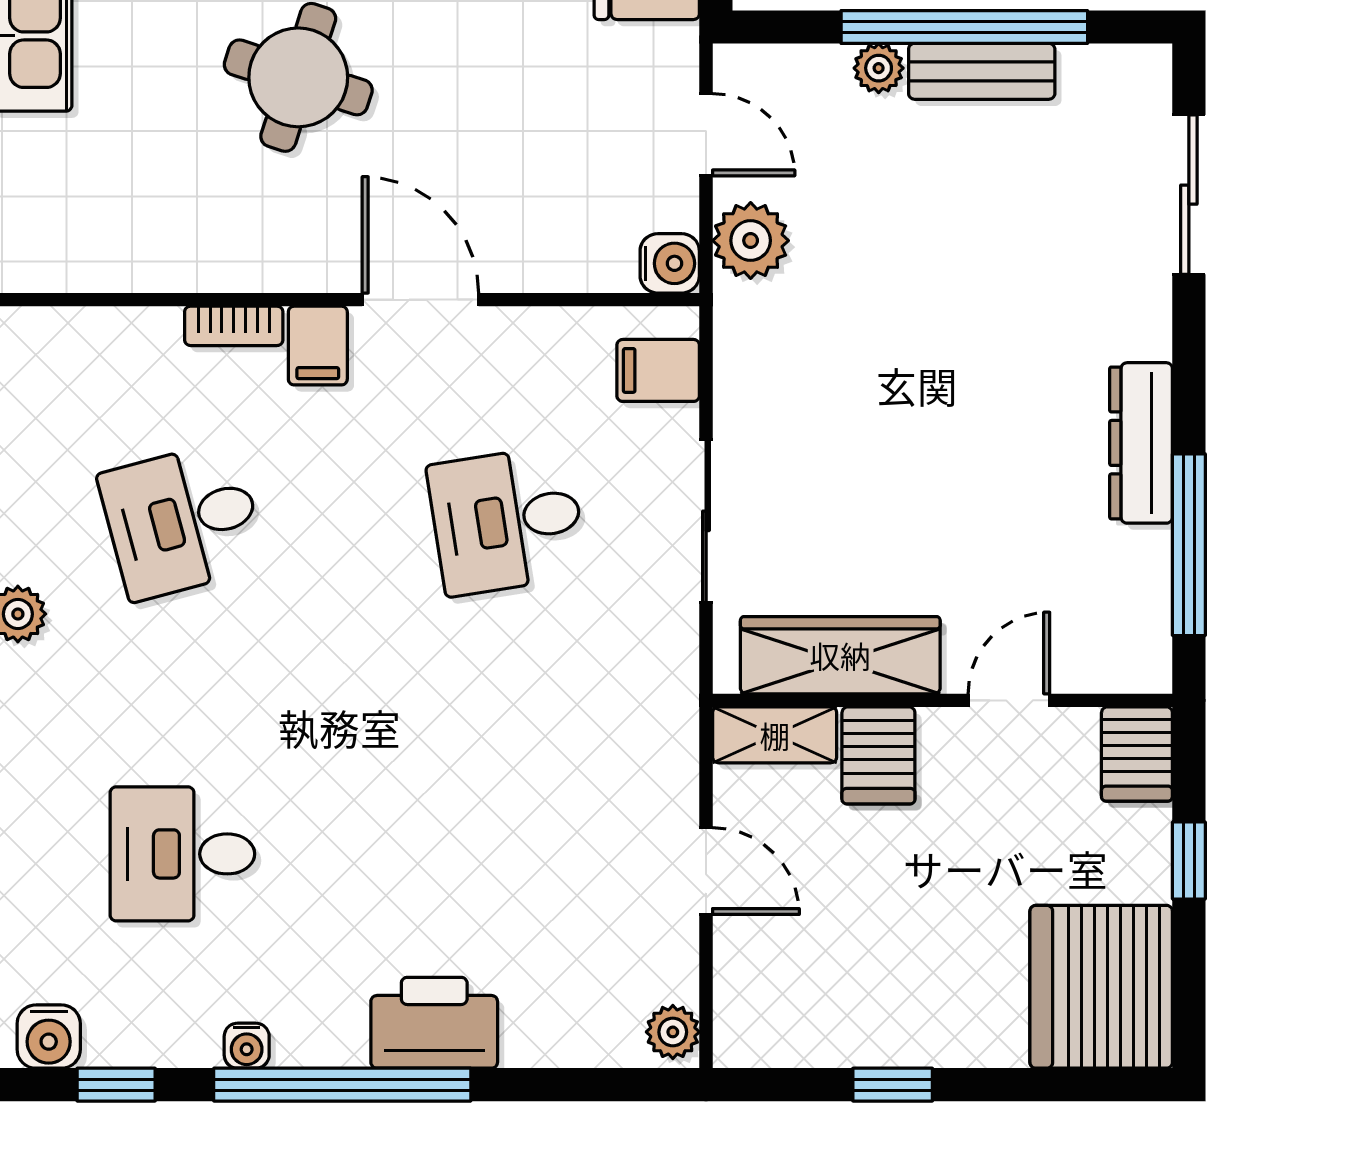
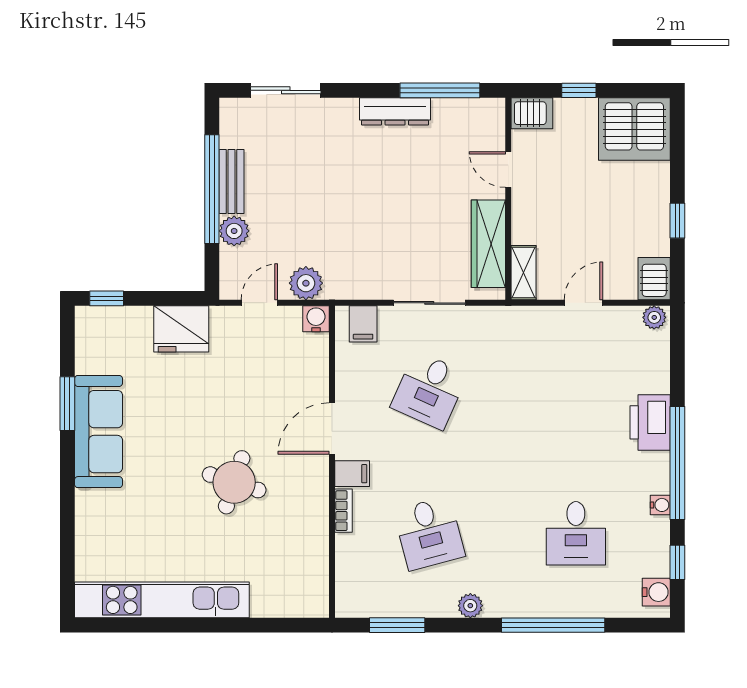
plant: (879, 68) -> (234, 231), width x1.38, depth x1.38
desk: (507, 521) -> (429, 390), turned 33
server rack: (878, 755) -> (654, 279), moved, turned -90

